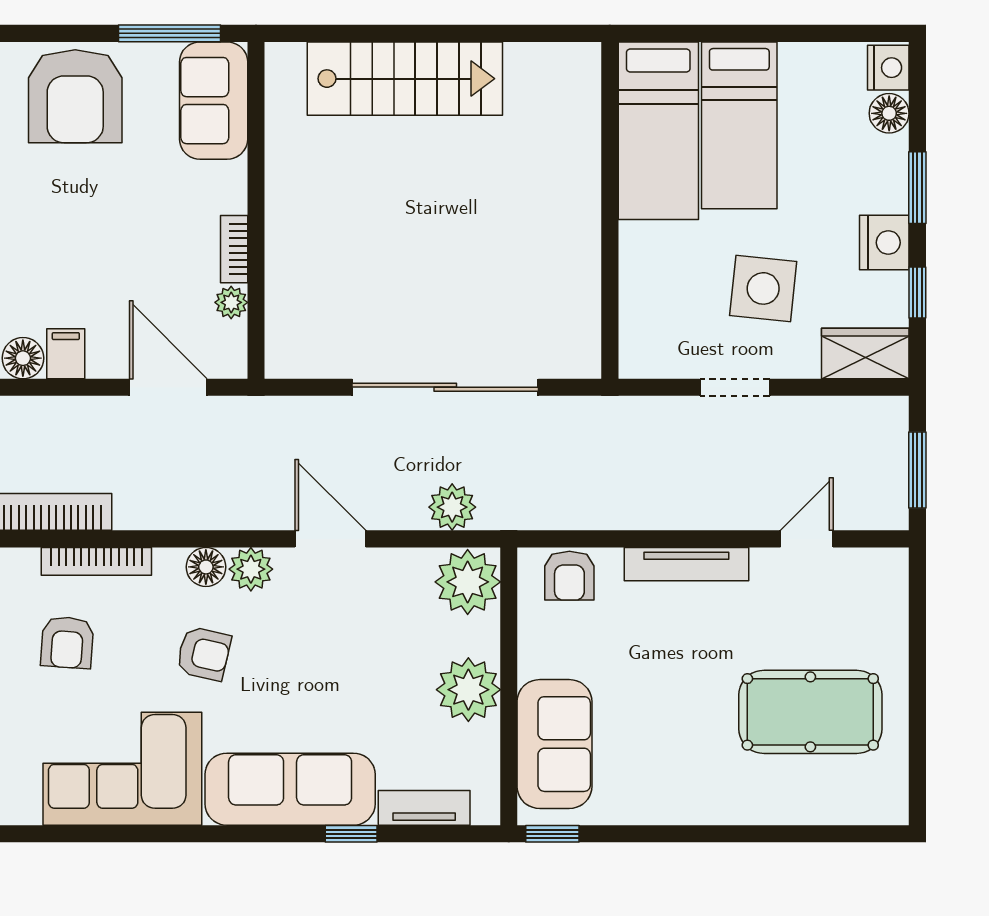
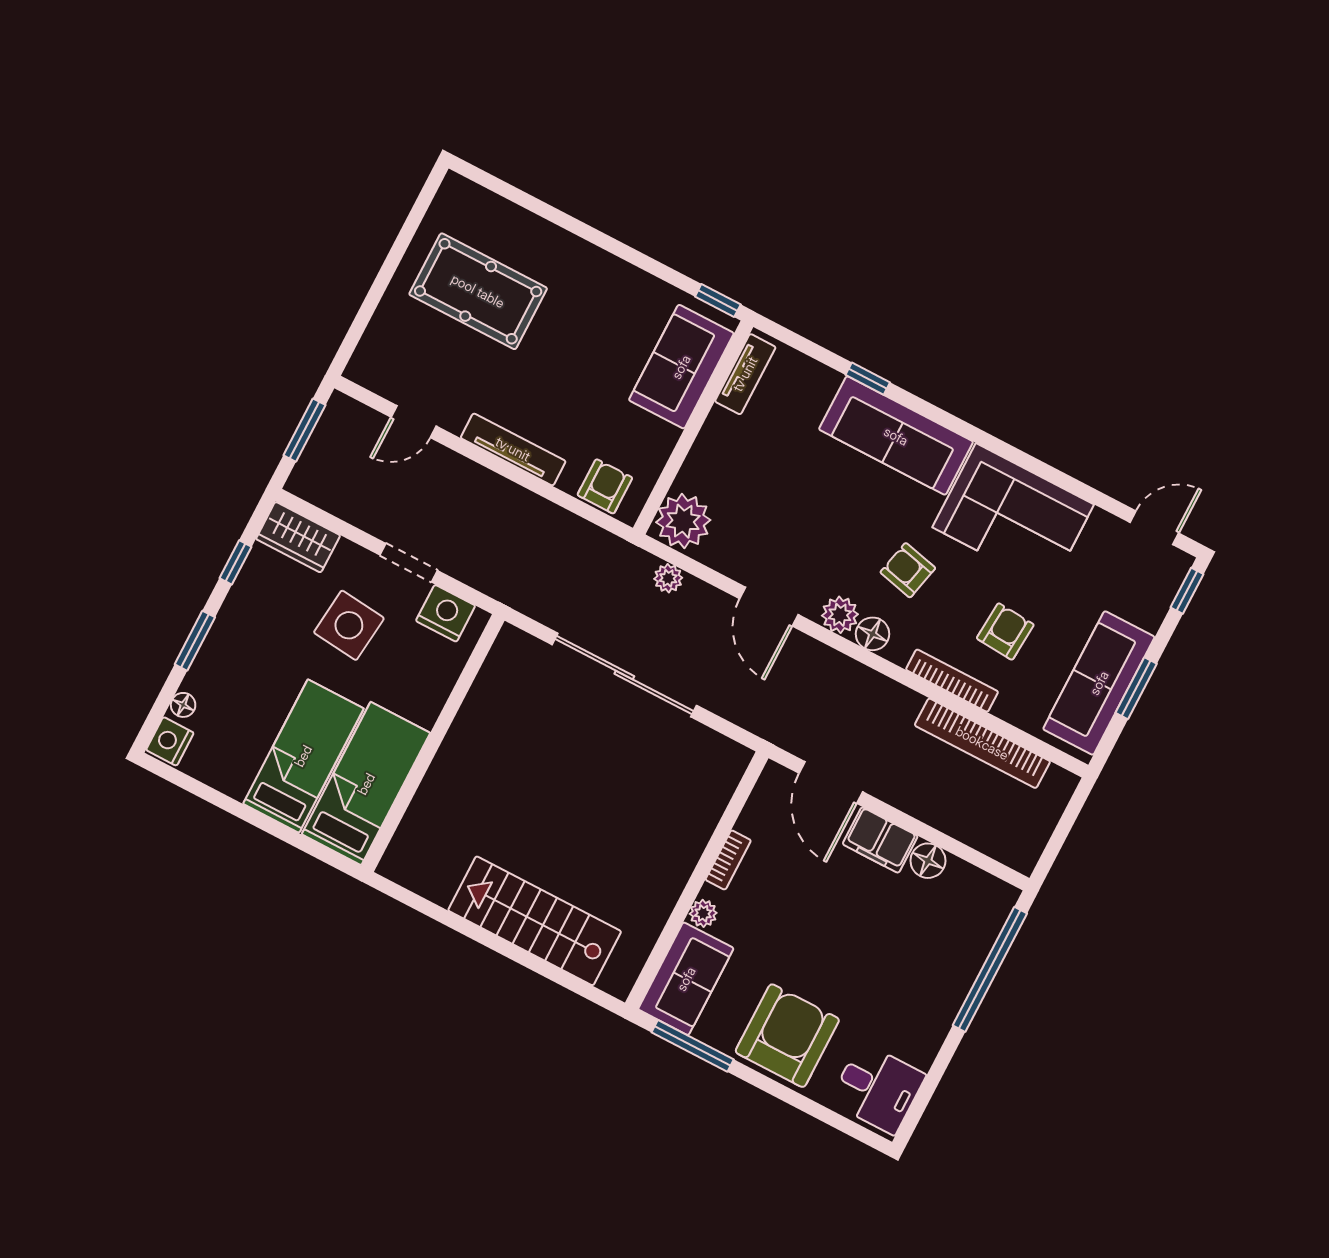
floor lamp: (889, 113) -> (183, 705), width x0.73, depth x0.73
nightstand: (884, 243) -> (446, 613), moved, turned 90
plant: (231, 302) -> (703, 913), moved
filing cabinet: (66, 354) -> (880, 840), width x2.00
plant: (452, 507) -> (668, 578), width x0.73, depth x0.73
plant: (468, 690) -> (724, 441), removed
tv unit: (424, 808) -> (745, 374), moved, turned -90

